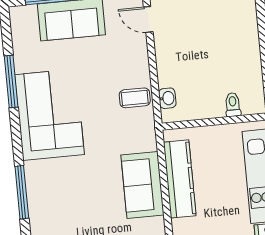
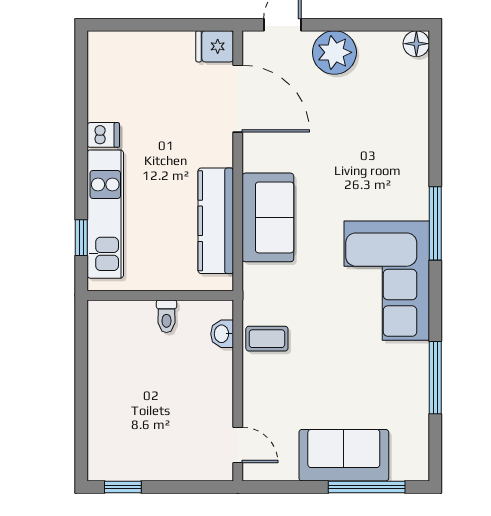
toilet: (233, 105) -> (166, 316), moved
corner sofa: (49, 115) -> (387, 281), moved

